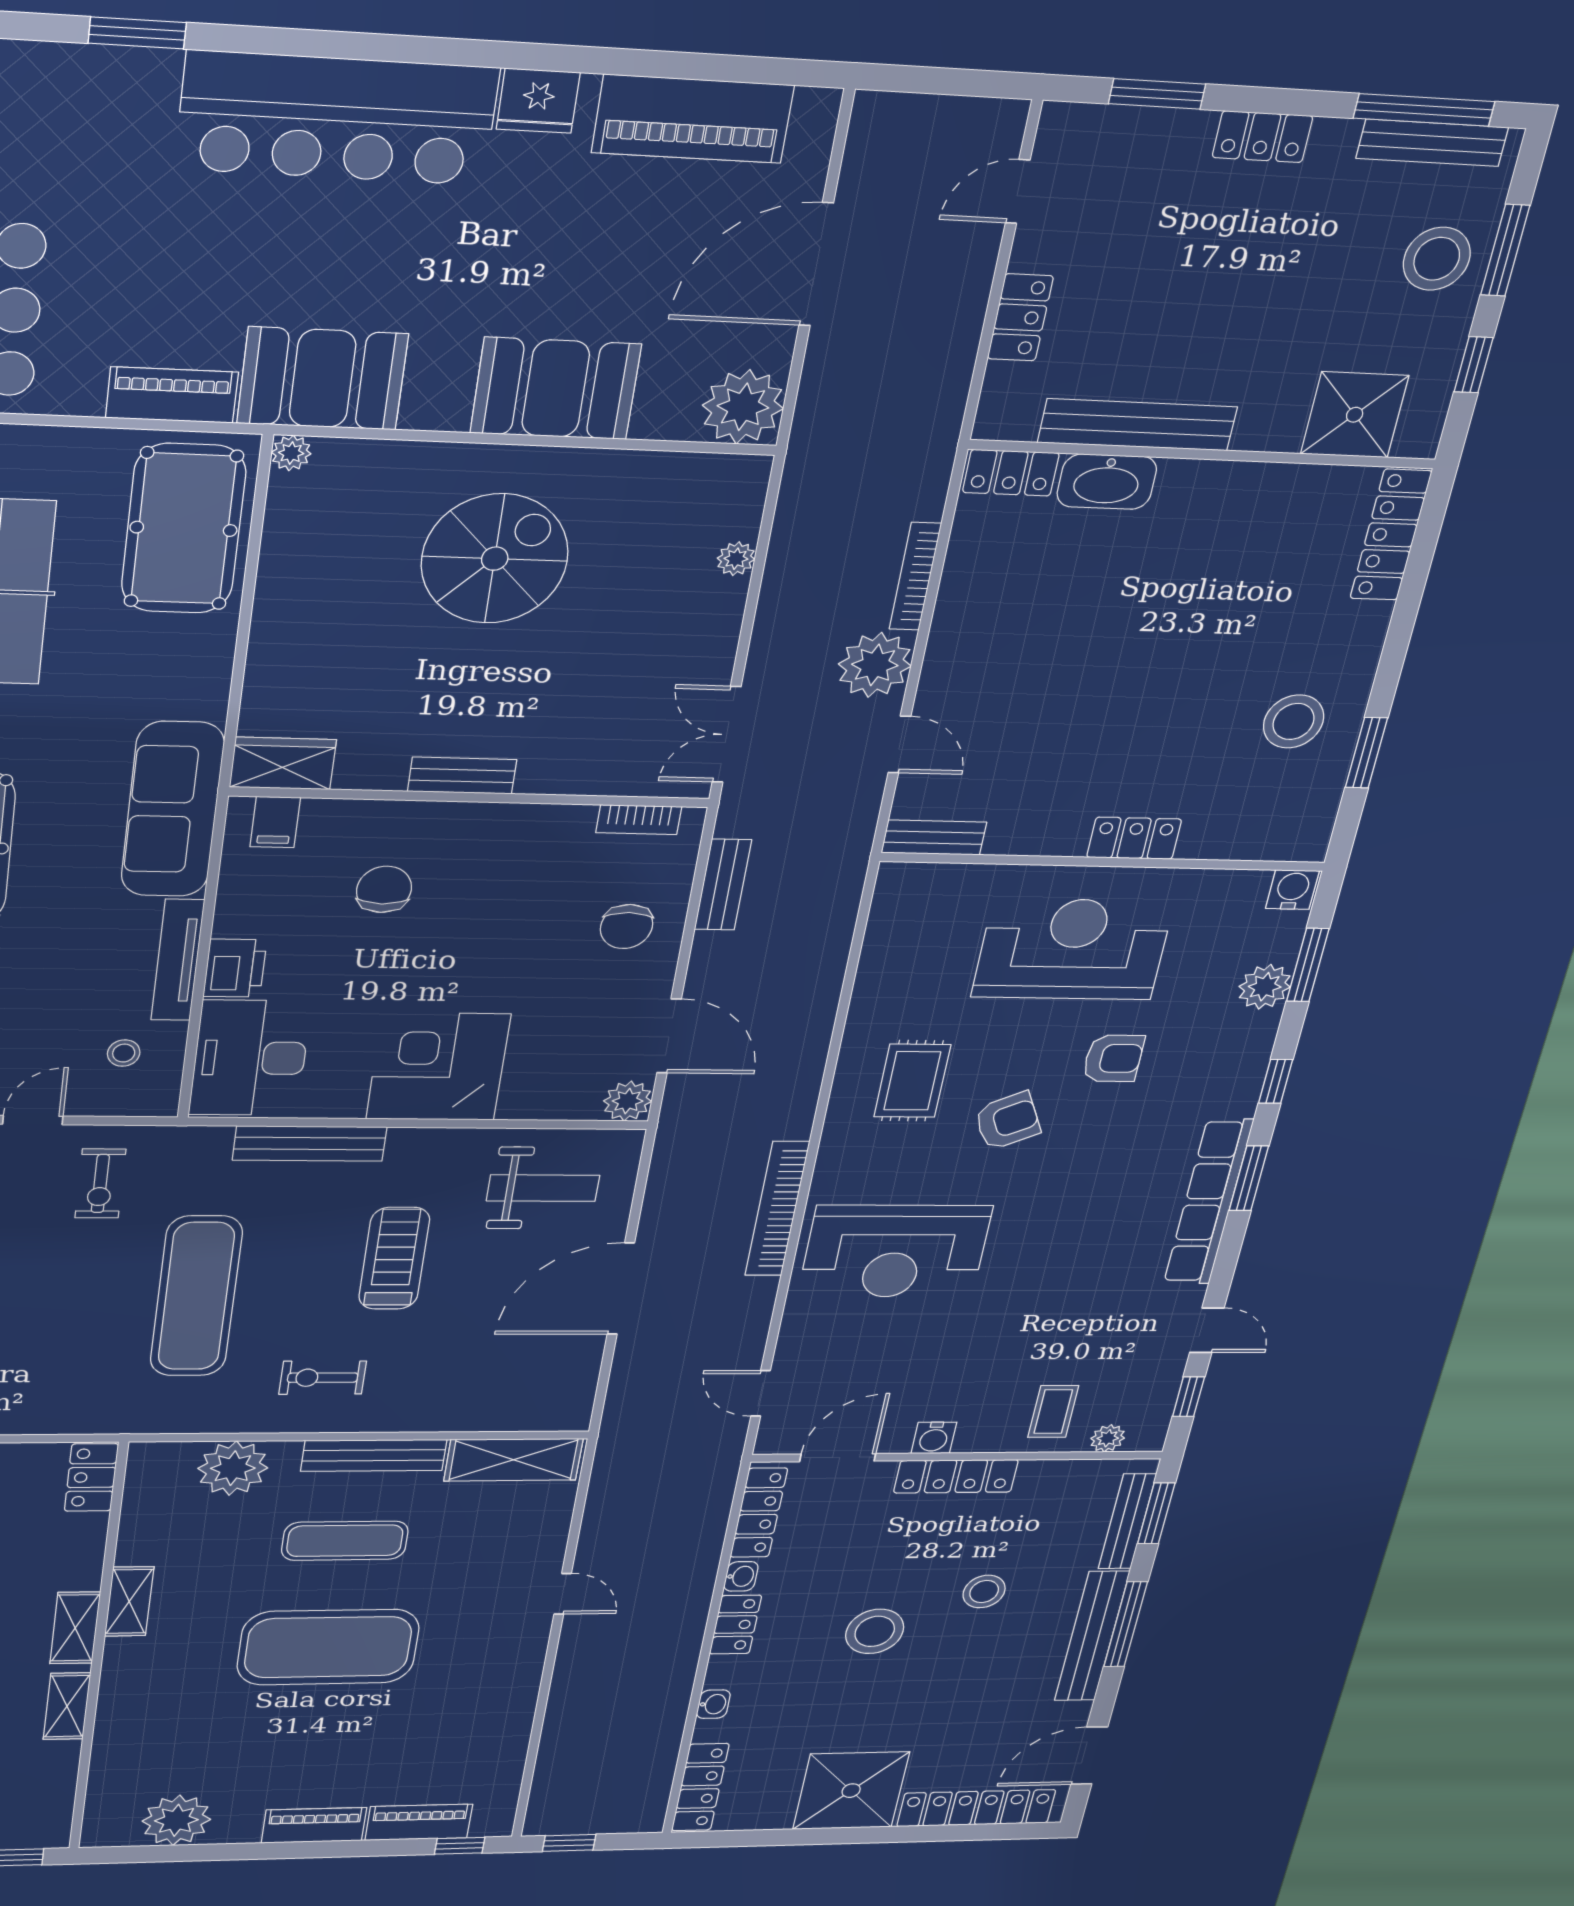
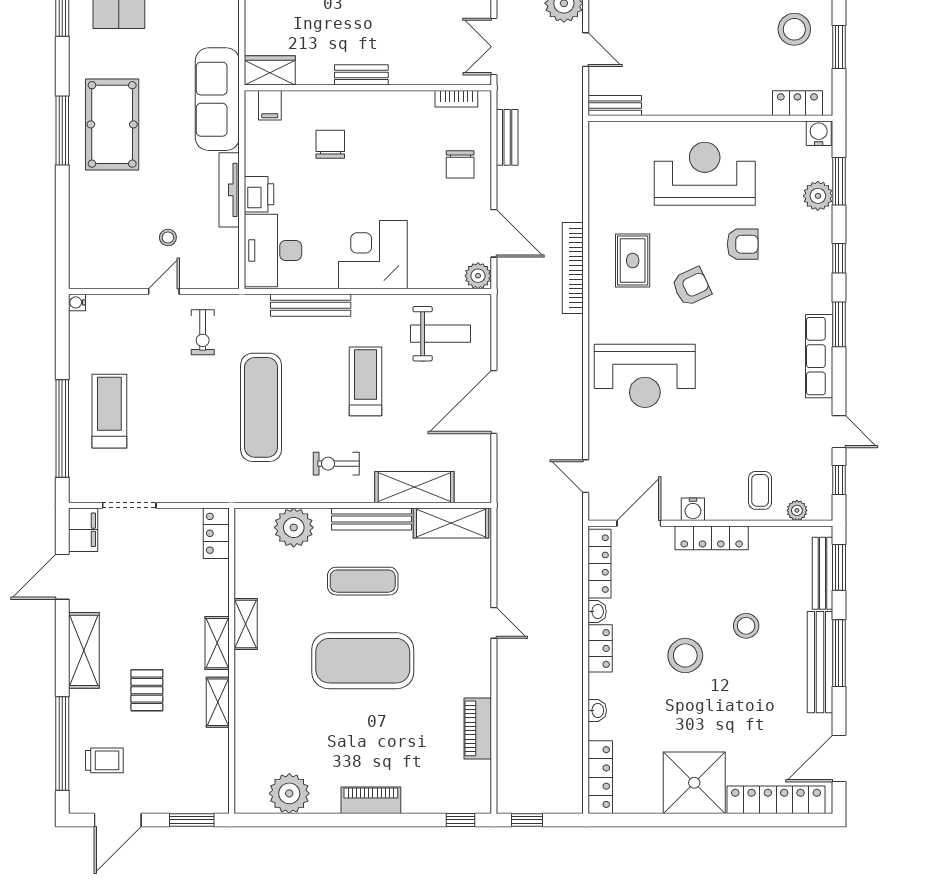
locker: (1134, 838) -> (797, 103), moved
stool: (124, 1053) -> (168, 238), moved
row of seats: (1208, 1202) -> (819, 356), width x0.73
bookcase: (777, 1209) -> (573, 268), moved
shelving: (457, 1410) -> (414, 487), added
piano: (419, 1822) -> (478, 728), moved, turned -90

